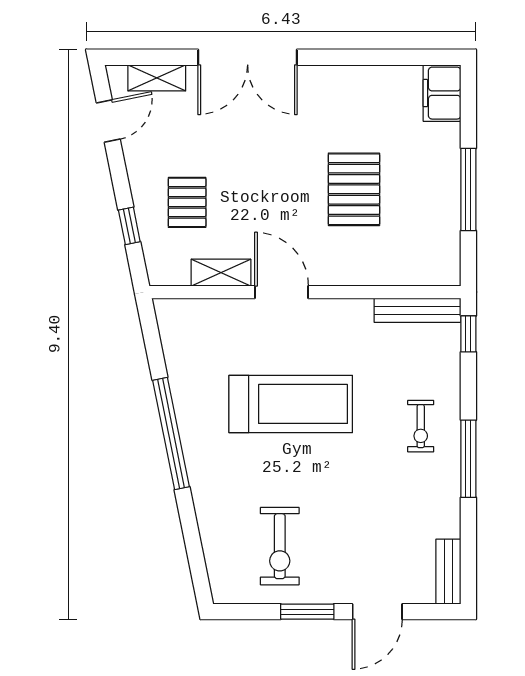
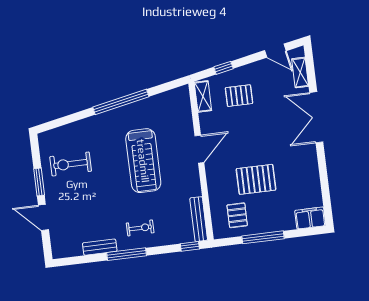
pallet: (419, 235) -> (237, 215), added
shelving: (221, 273) -> (203, 96), moved
exercise bike: (421, 426) -> (140, 228), turned 180
bench: (448, 572) -> (100, 247), moved

